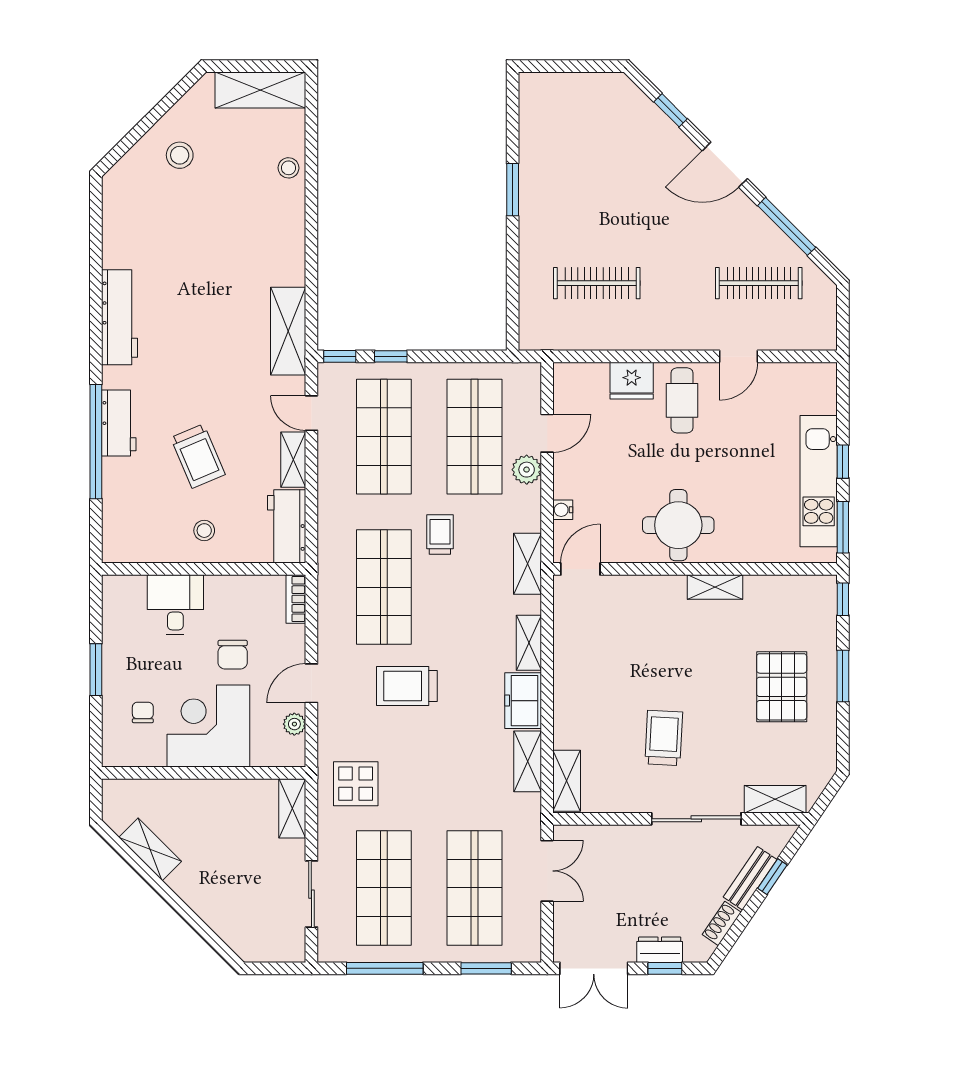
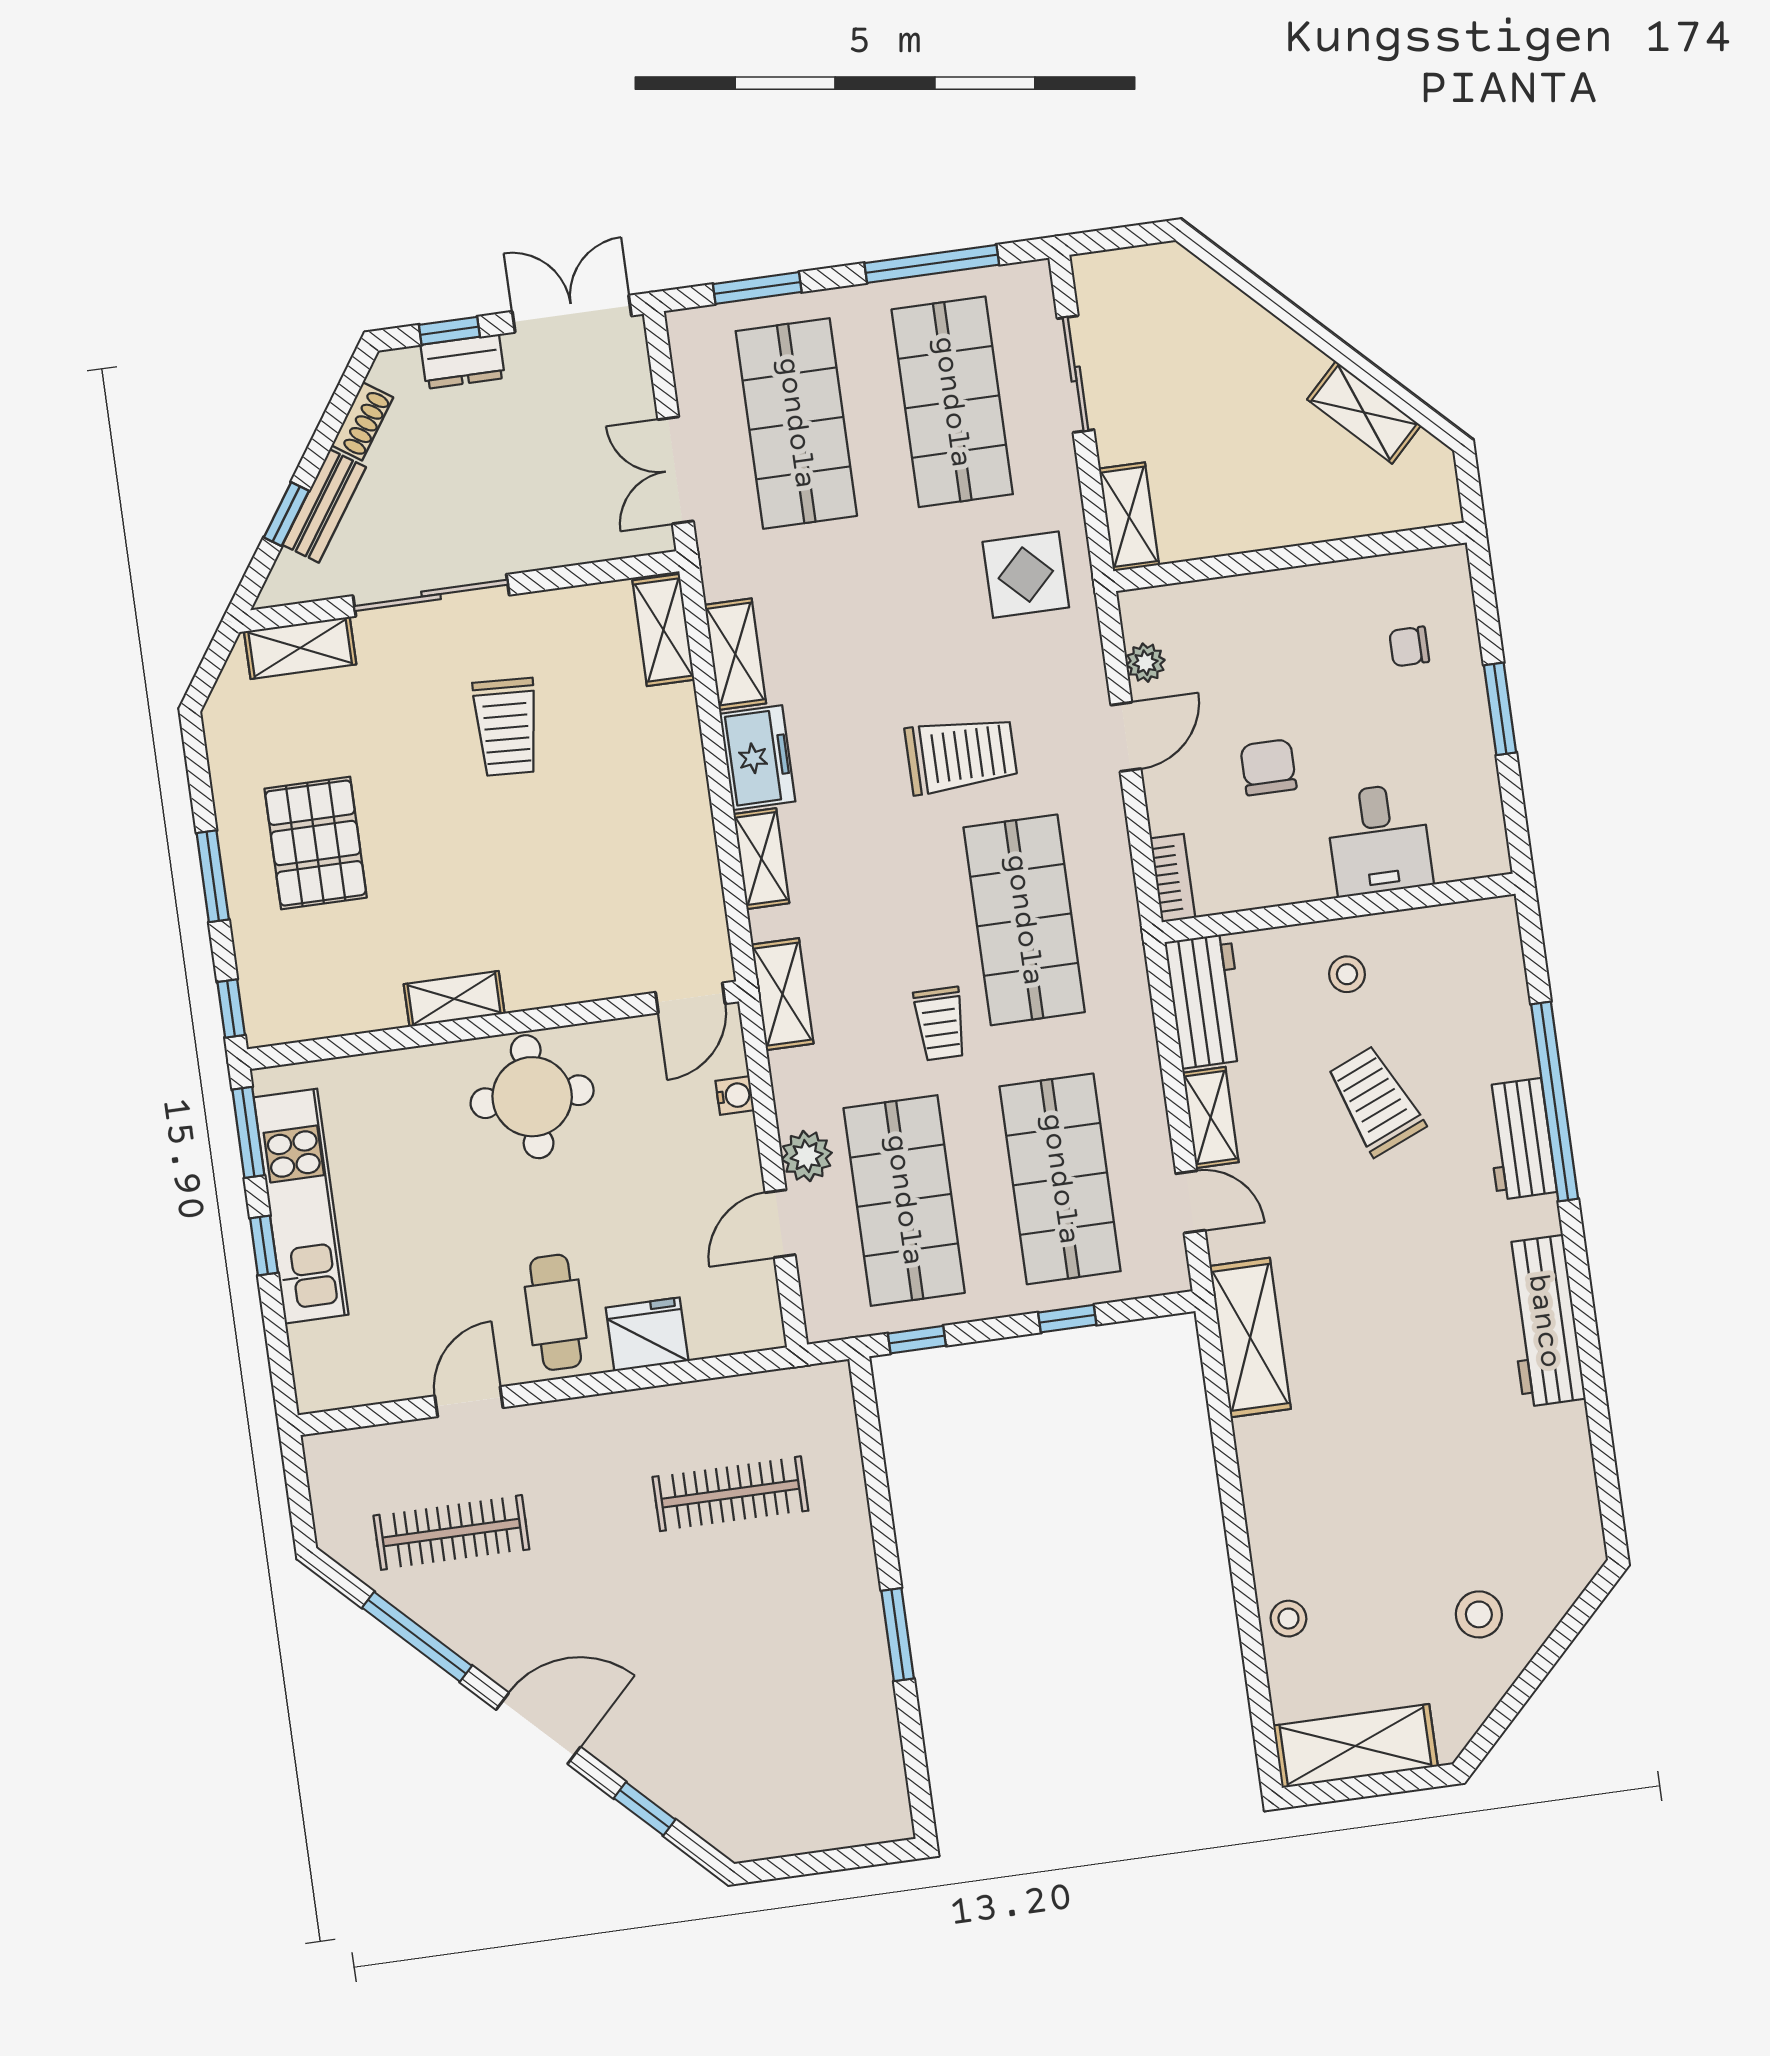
window: (340, 356) -> (917, 1340), moved
chair: (143, 712) -> (1409, 646), turned 90
corner desk: (208, 726) -> (1293, 639), removed

